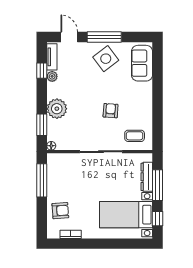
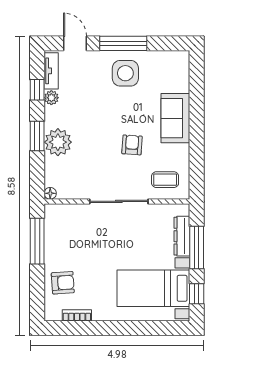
side table: (106, 59) -> (125, 73), turned 37
sofa: (142, 63) -> (175, 118), moved
window: (42, 125) -> (37, 136), moved

